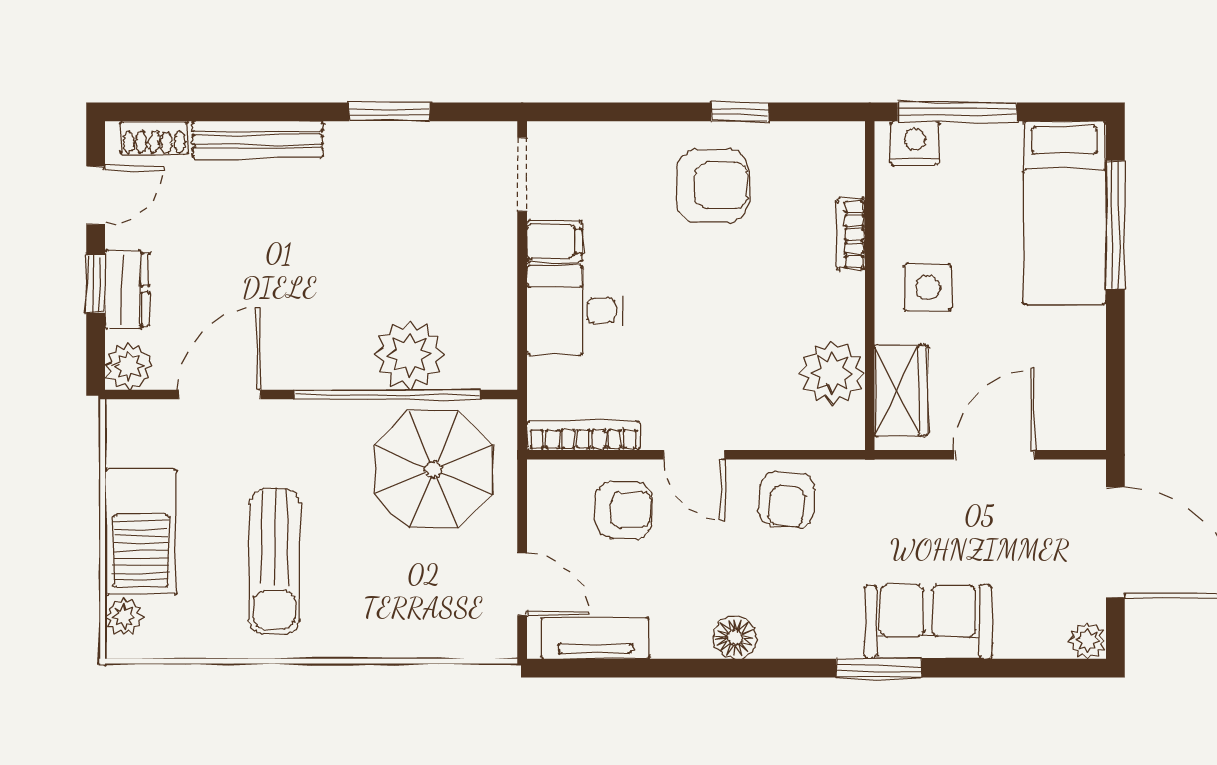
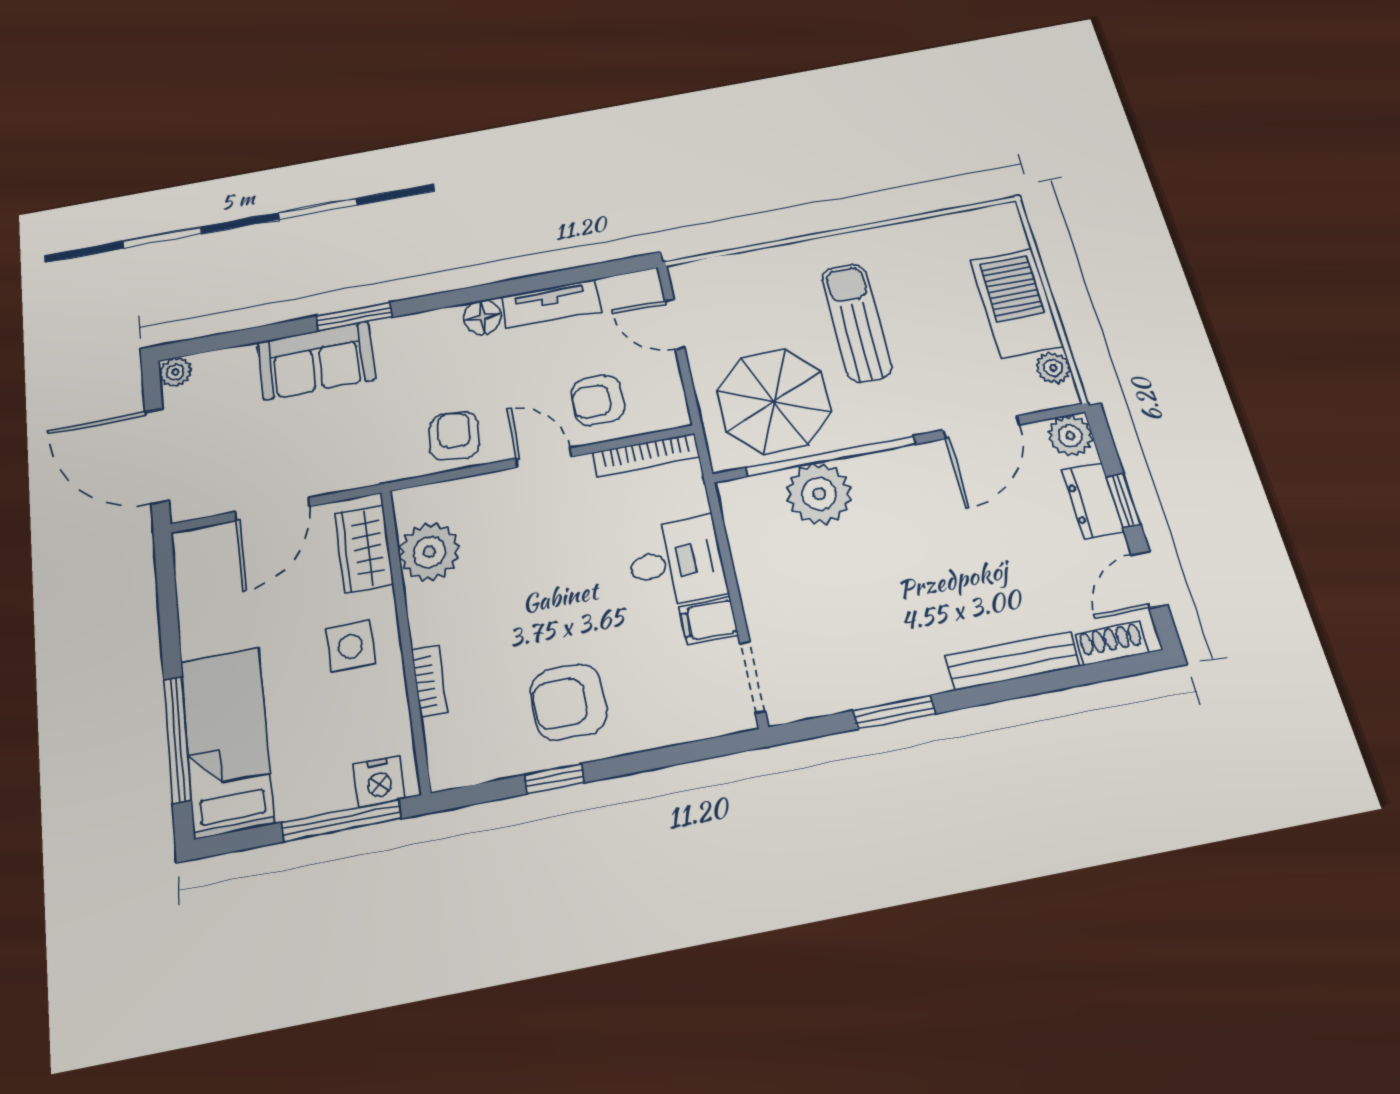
sun lounger: (274, 561) -> (857, 322), moved
plant: (124, 617) -> (1053, 368), moved
tv unit: (595, 638) -> (551, 304), moved

